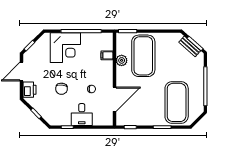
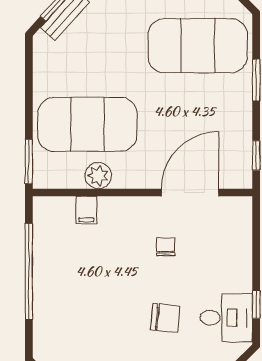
corner desk: (65, 48) -> (68, 309), removed
door: (114, 99) -> (190, 193), hinge flipped
desk: (82, 115) -> (226, 318), moved

